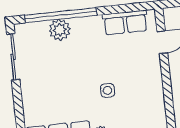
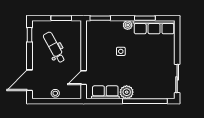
plant: (60, 30) -> (127, 92), moved

